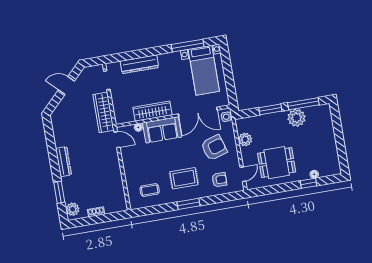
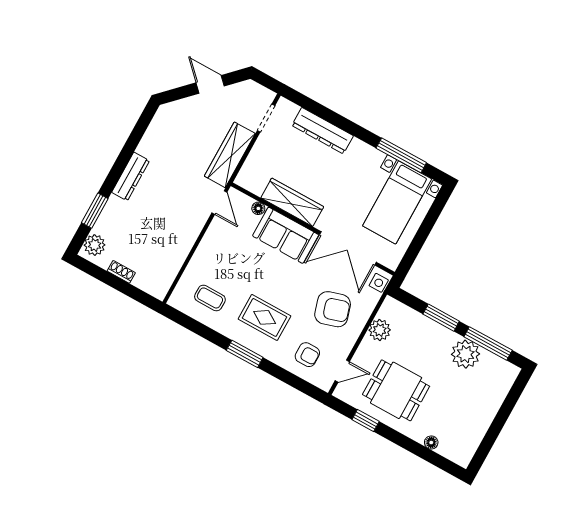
window: (309, 183) -> (366, 421), moved

